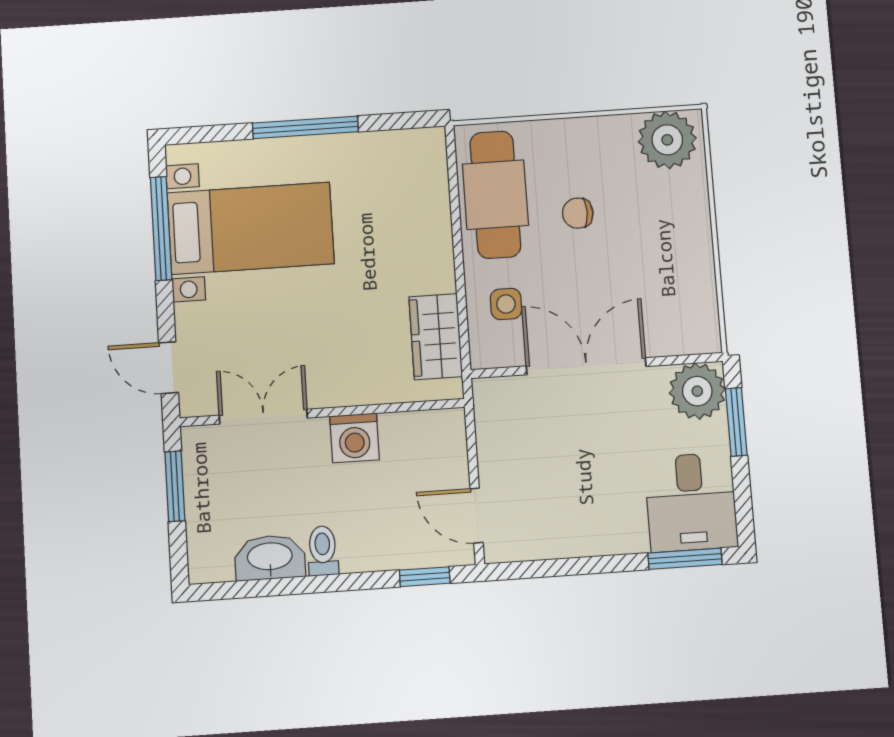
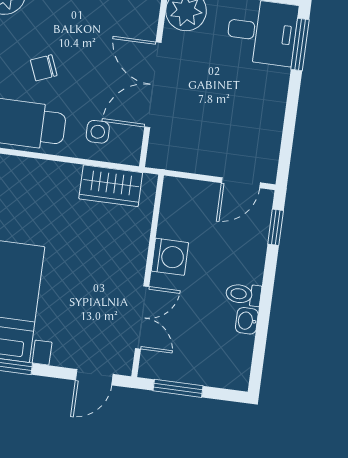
chair: (578, 213) -> (44, 68), turned 68
double door: (263, 417) -> (142, 317), swing flipped
washbasin: (270, 558) -> (247, 321), width x0.52, depth x0.69

